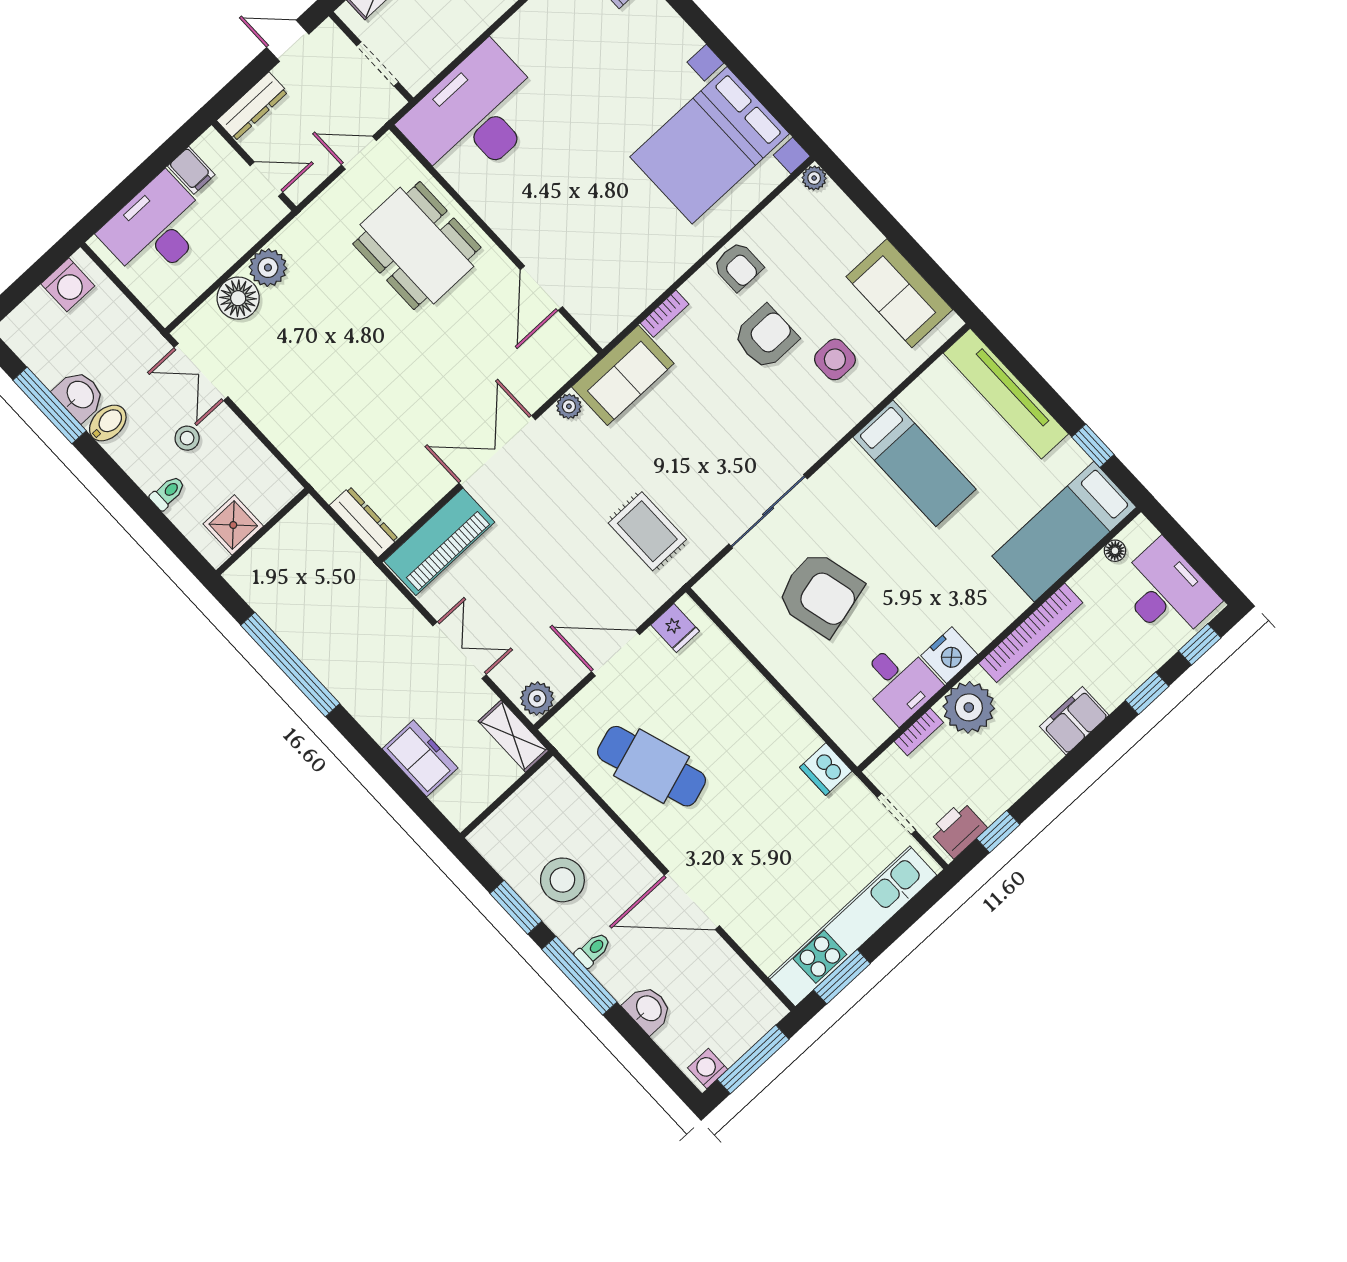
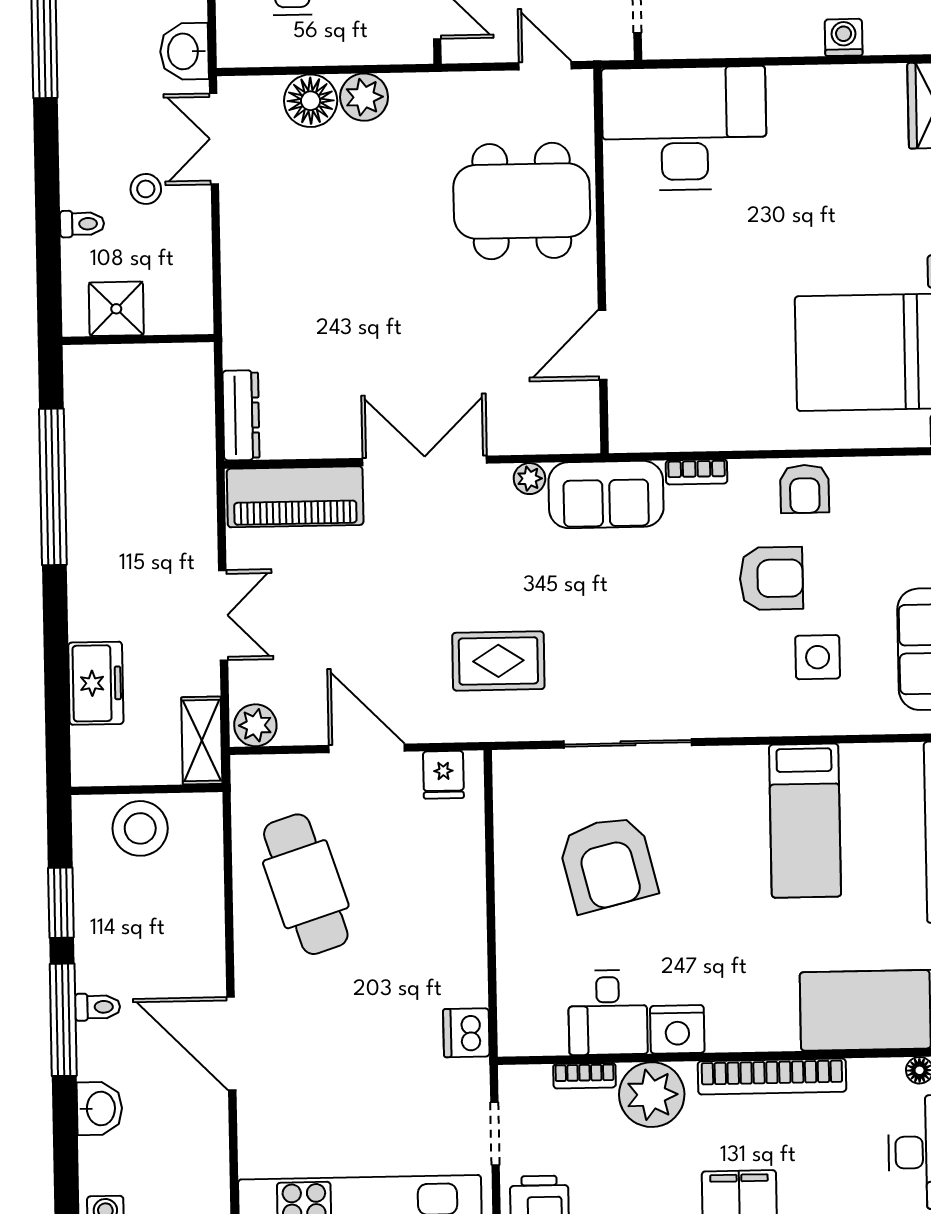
dining table: (417, 246) -> (522, 201), turned 90
washbasin: (79, 395) -> (184, 51), moved, turned 180
bidet: (108, 423) -> (84, 109), removed
rug: (647, 531) -> (498, 661), turned 90
stool: (562, 880) -> (140, 828), moved

